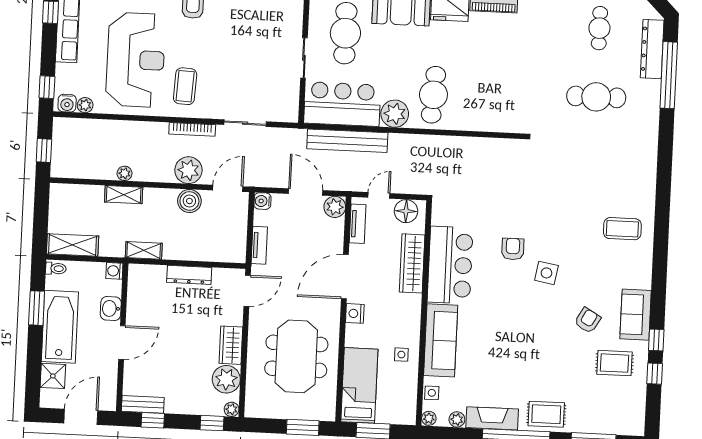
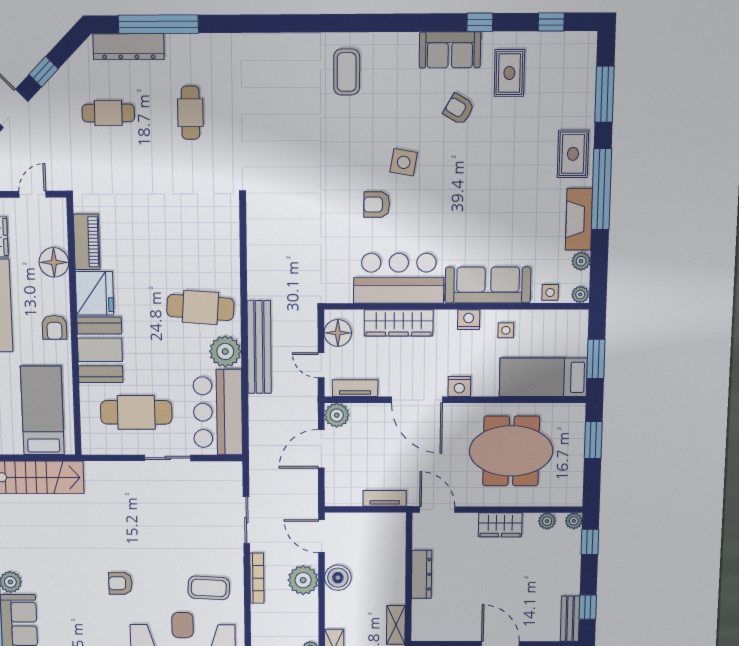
cafe table: (596, 97) -> (190, 113), width x0.73, depth x0.74
bench: (347, 141) -> (259, 347), moved
water cooler: (262, 201) -> (334, 497), removed
nightstand: (412, 323) -> (469, 320), added
window: (655, 374) -> (551, 22), moved
plant: (226, 379) -> (547, 521), width x0.53, depth x0.53

